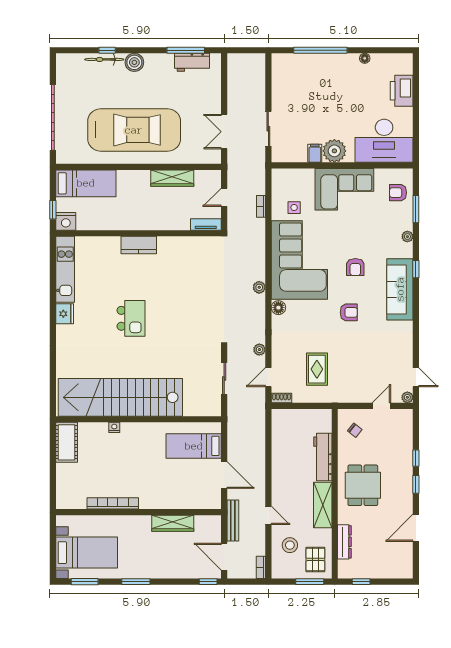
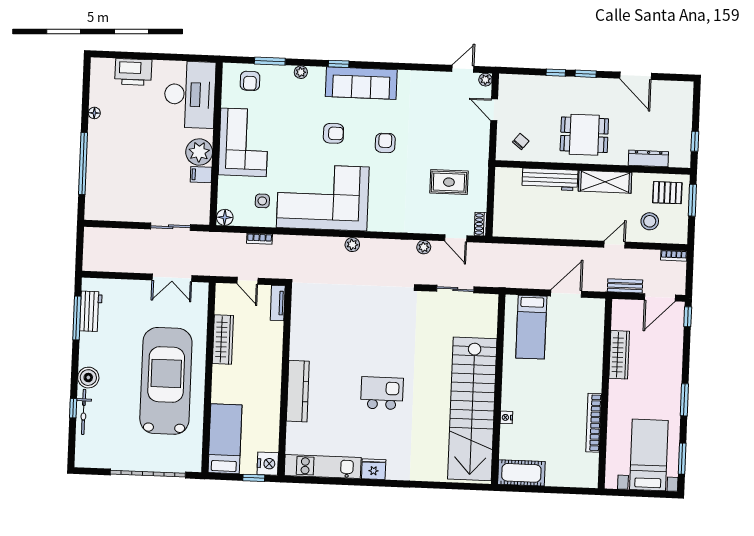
kitchen counter: (139, 245) -> (298, 391), width x1.50
floor lamp: (278, 308) -> (225, 217), moved
bench: (233, 520) -> (625, 286), width x0.73

